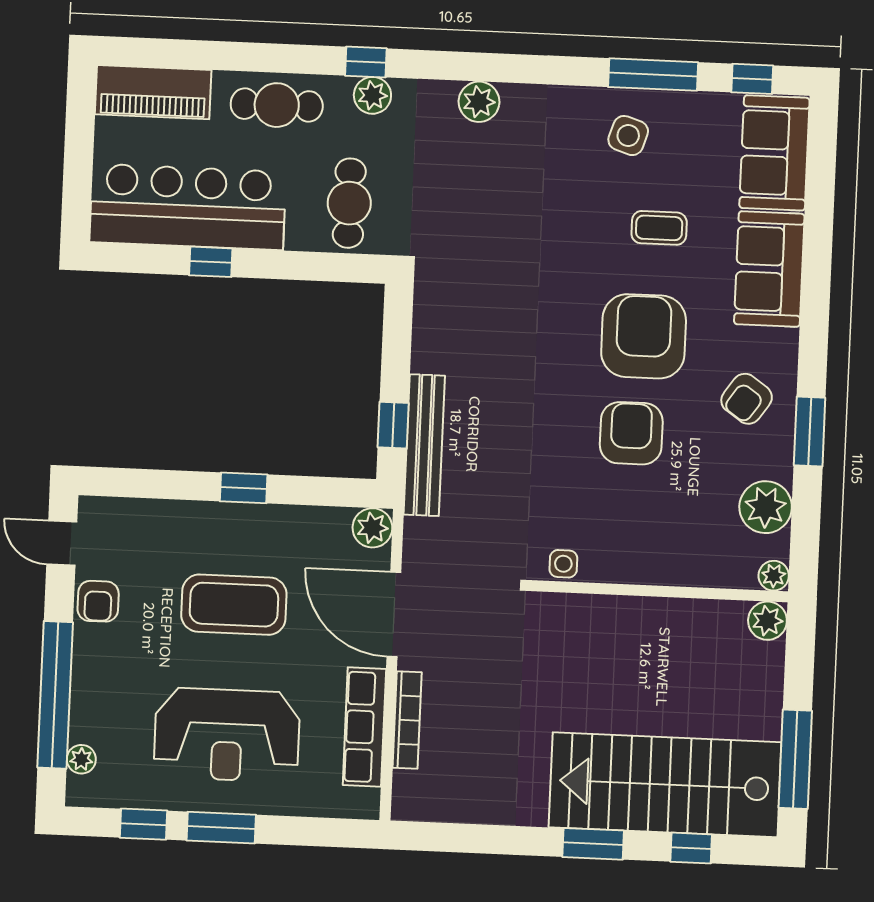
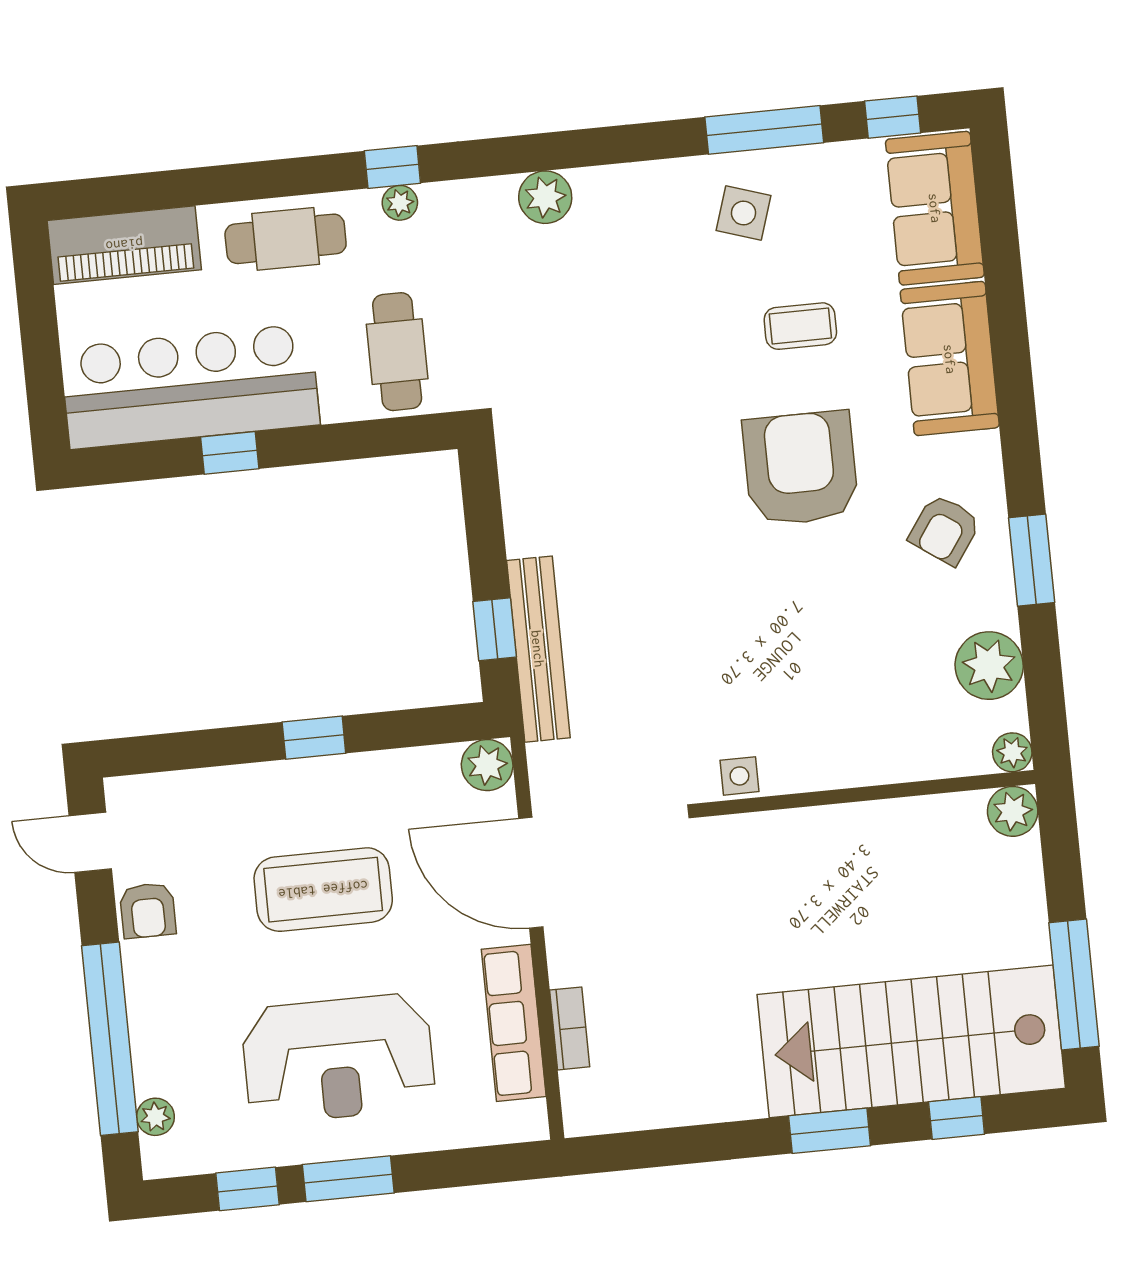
plant: (372, 95) -> (400, 203), width x0.73, depth x0.73
armchair: (631, 433) -> (803, 595), removed
bookcase: (407, 720) -> (570, 1028), width x0.64

